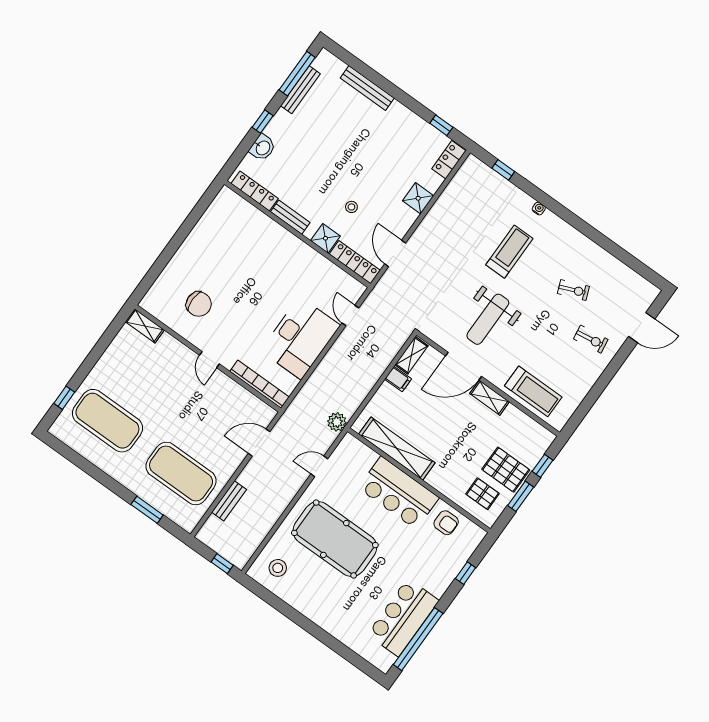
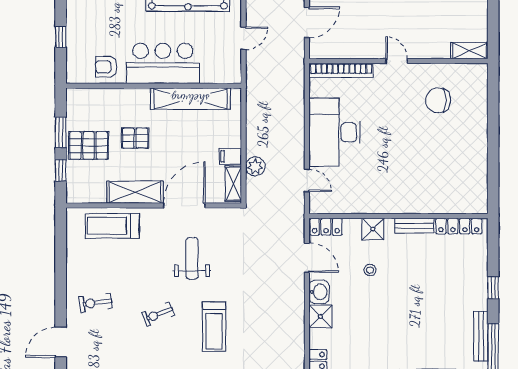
washbasin: (263, 148) -> (319, 292), moved, turned 180
locker: (355, 262) -> (326, 227), width x0.66
exercise bike: (573, 290) -> (158, 314), moved
weight bench: (488, 319) -> (192, 258), width x0.73, depth x0.75
shelving: (489, 398) -> (135, 192), width x1.50, depth x1.33
plant: (337, 422) -> (255, 166), moved
pallet: (483, 494) -> (135, 138), moved

